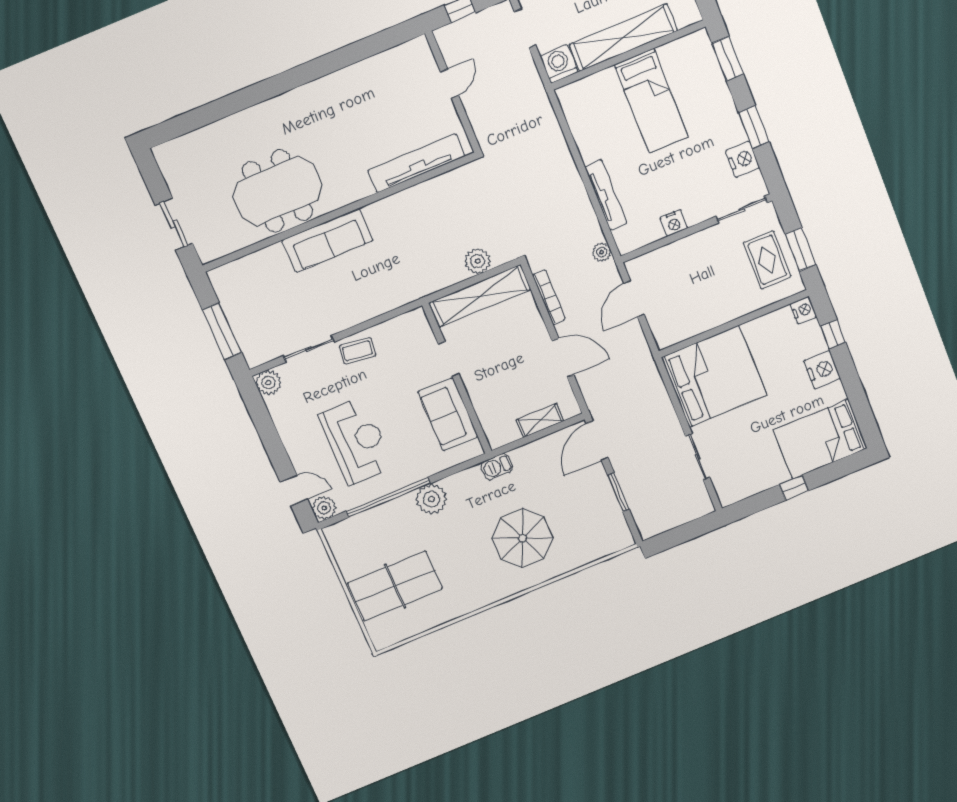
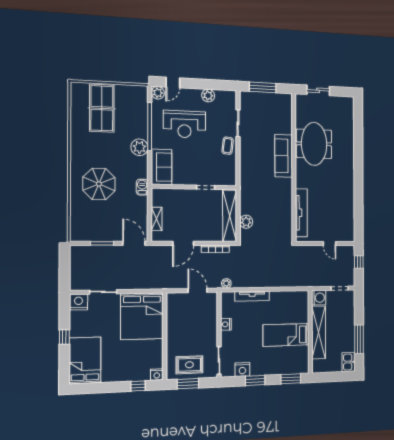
nightstand: (822, 370) -> (79, 302), moved, turned 180
plant: (268, 383) -> (208, 96), moved
sofa: (448, 414) -> (162, 167), moved, turned 90

